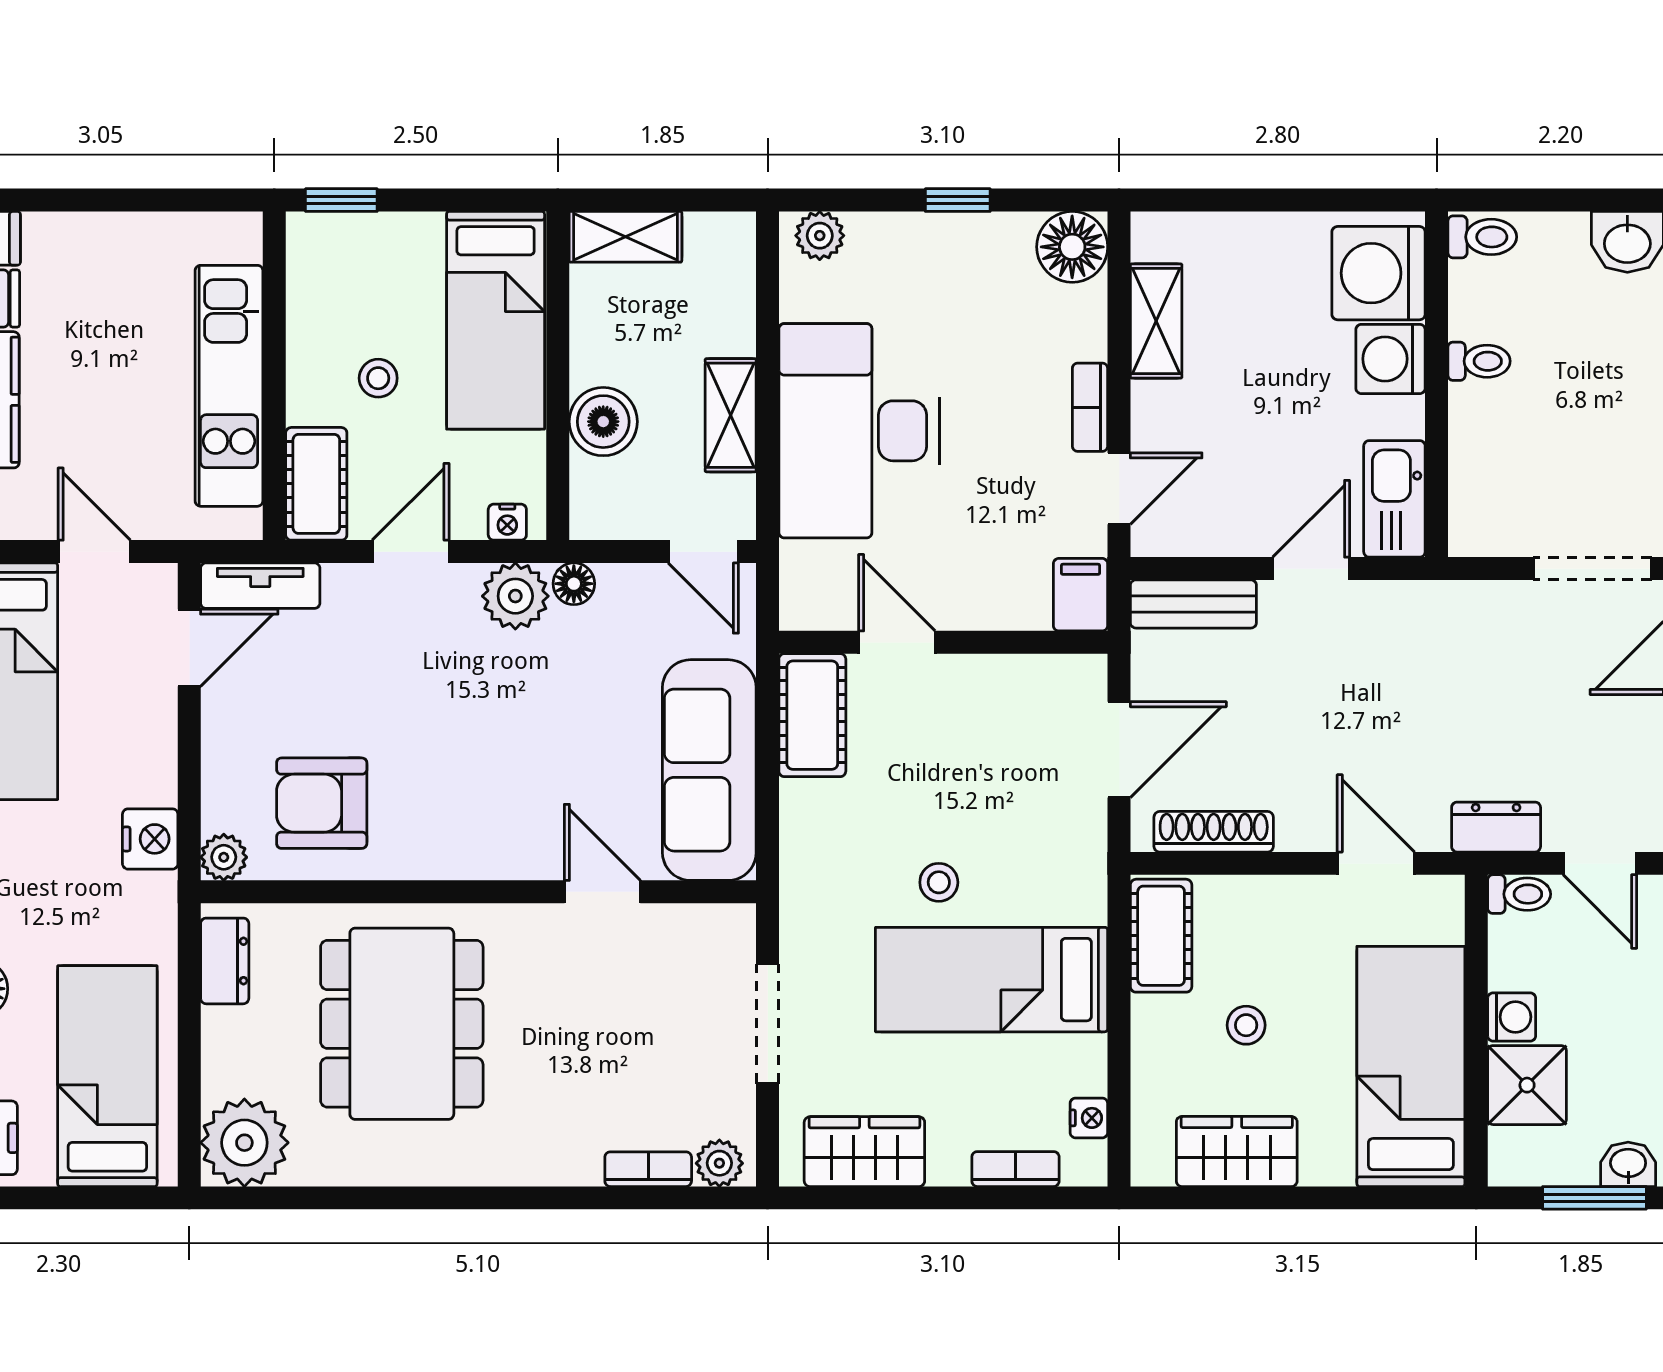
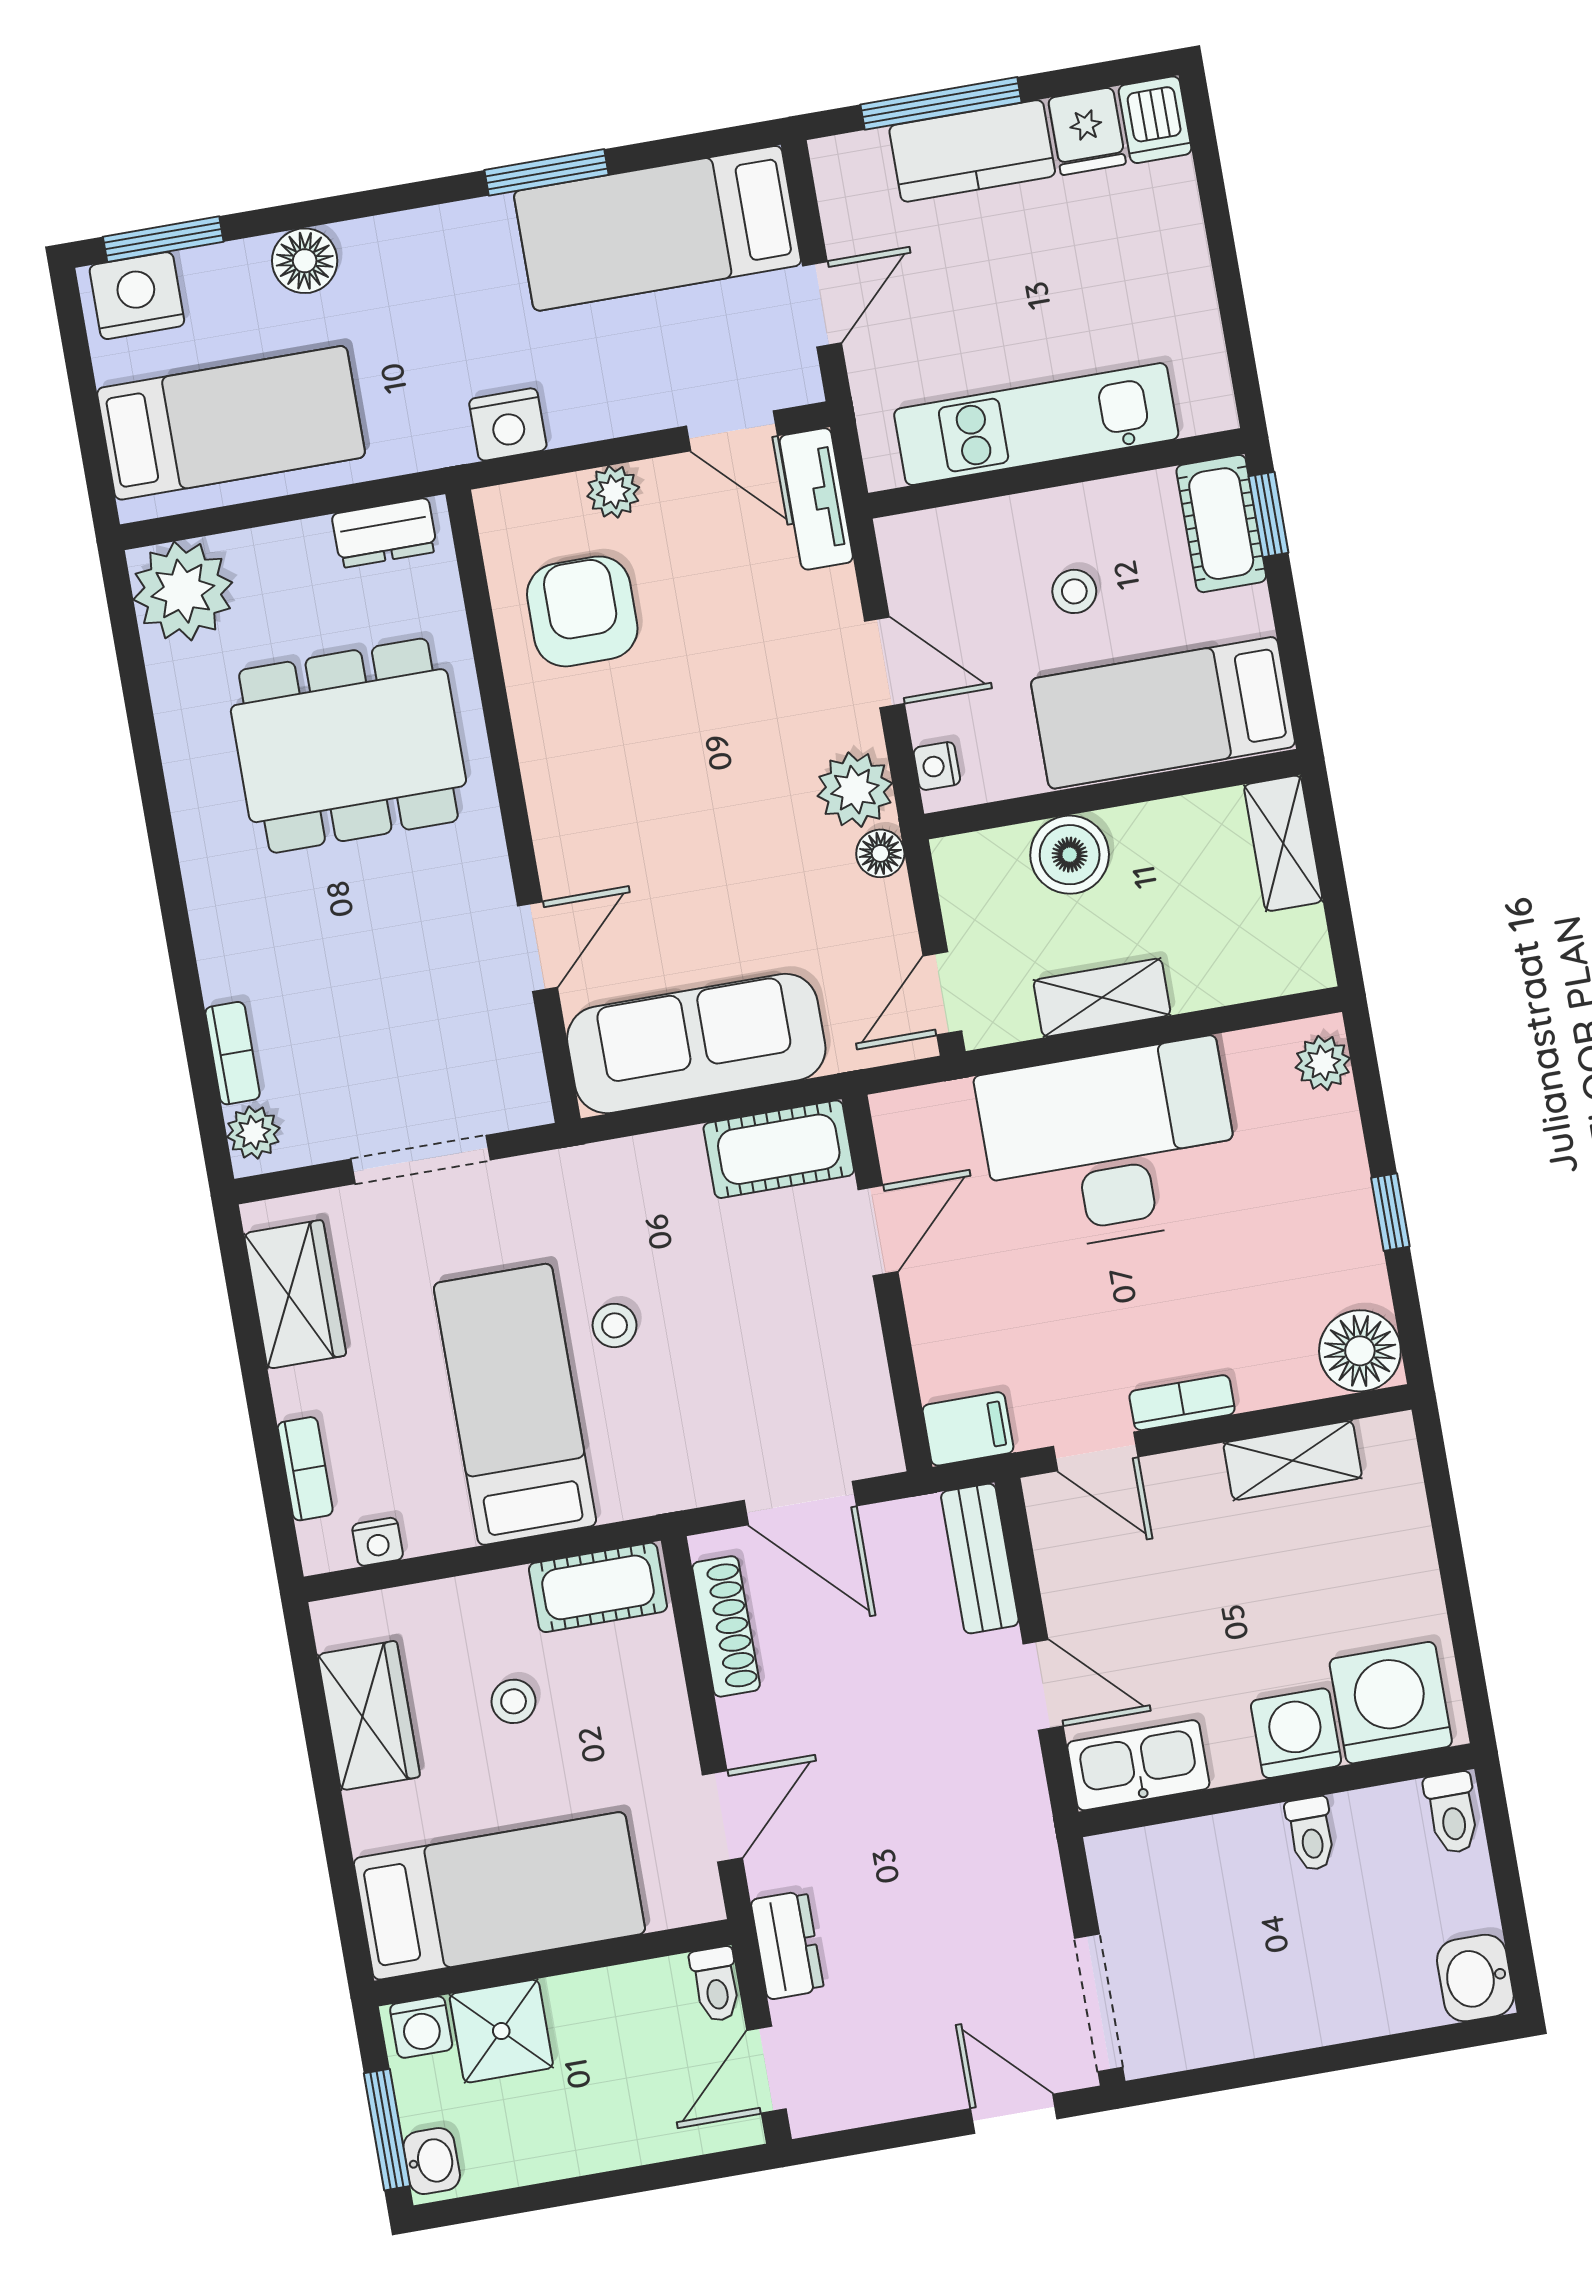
cot: (316, 484) -> (1221, 524), moved, turned 90
plant: (224, 857) -> (613, 492), moved
washing machine: (1512, 1017) -> (421, 2027), moved

